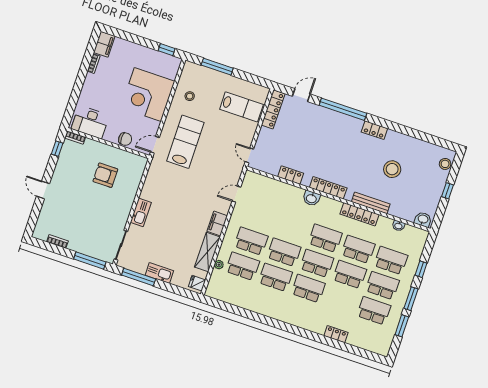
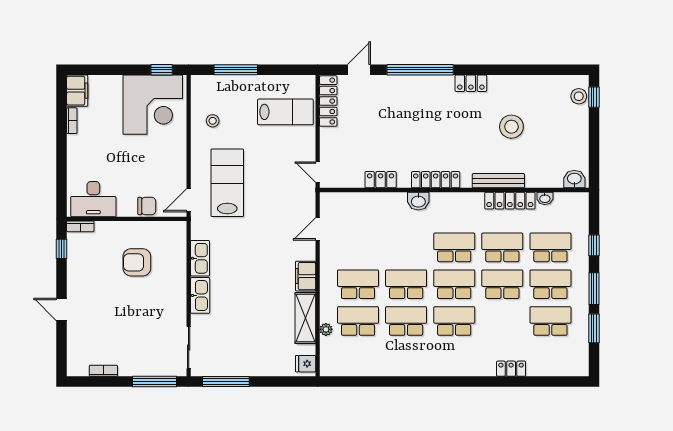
corner desk: (148, 95) -> (153, 105), moved, turned -90
window: (448, 191) -> (594, 97), moved
locker: (359, 214) -> (510, 201), moved
kitchen sink: (159, 273) -> (200, 258), moved, turned 90

